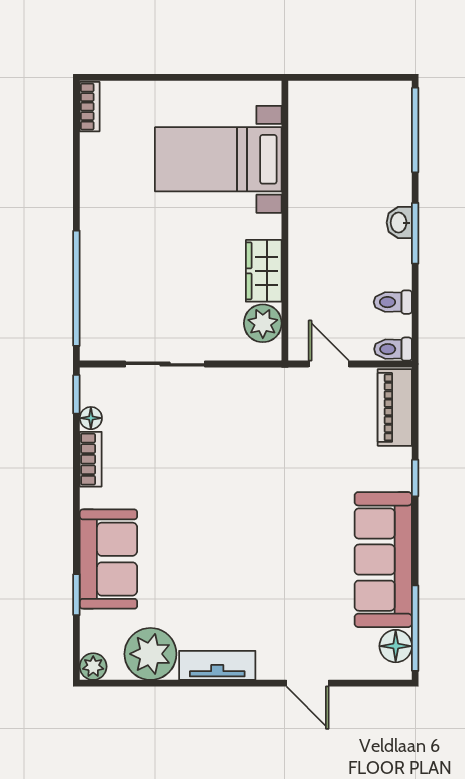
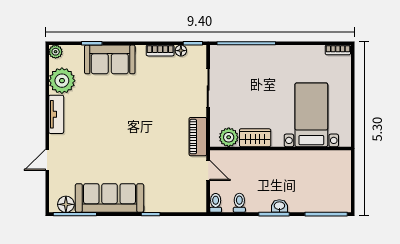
door: (329, 364) -> (208, 171), hinge flipped
piano: (395, 407) -> (198, 137), moved, turned -90

